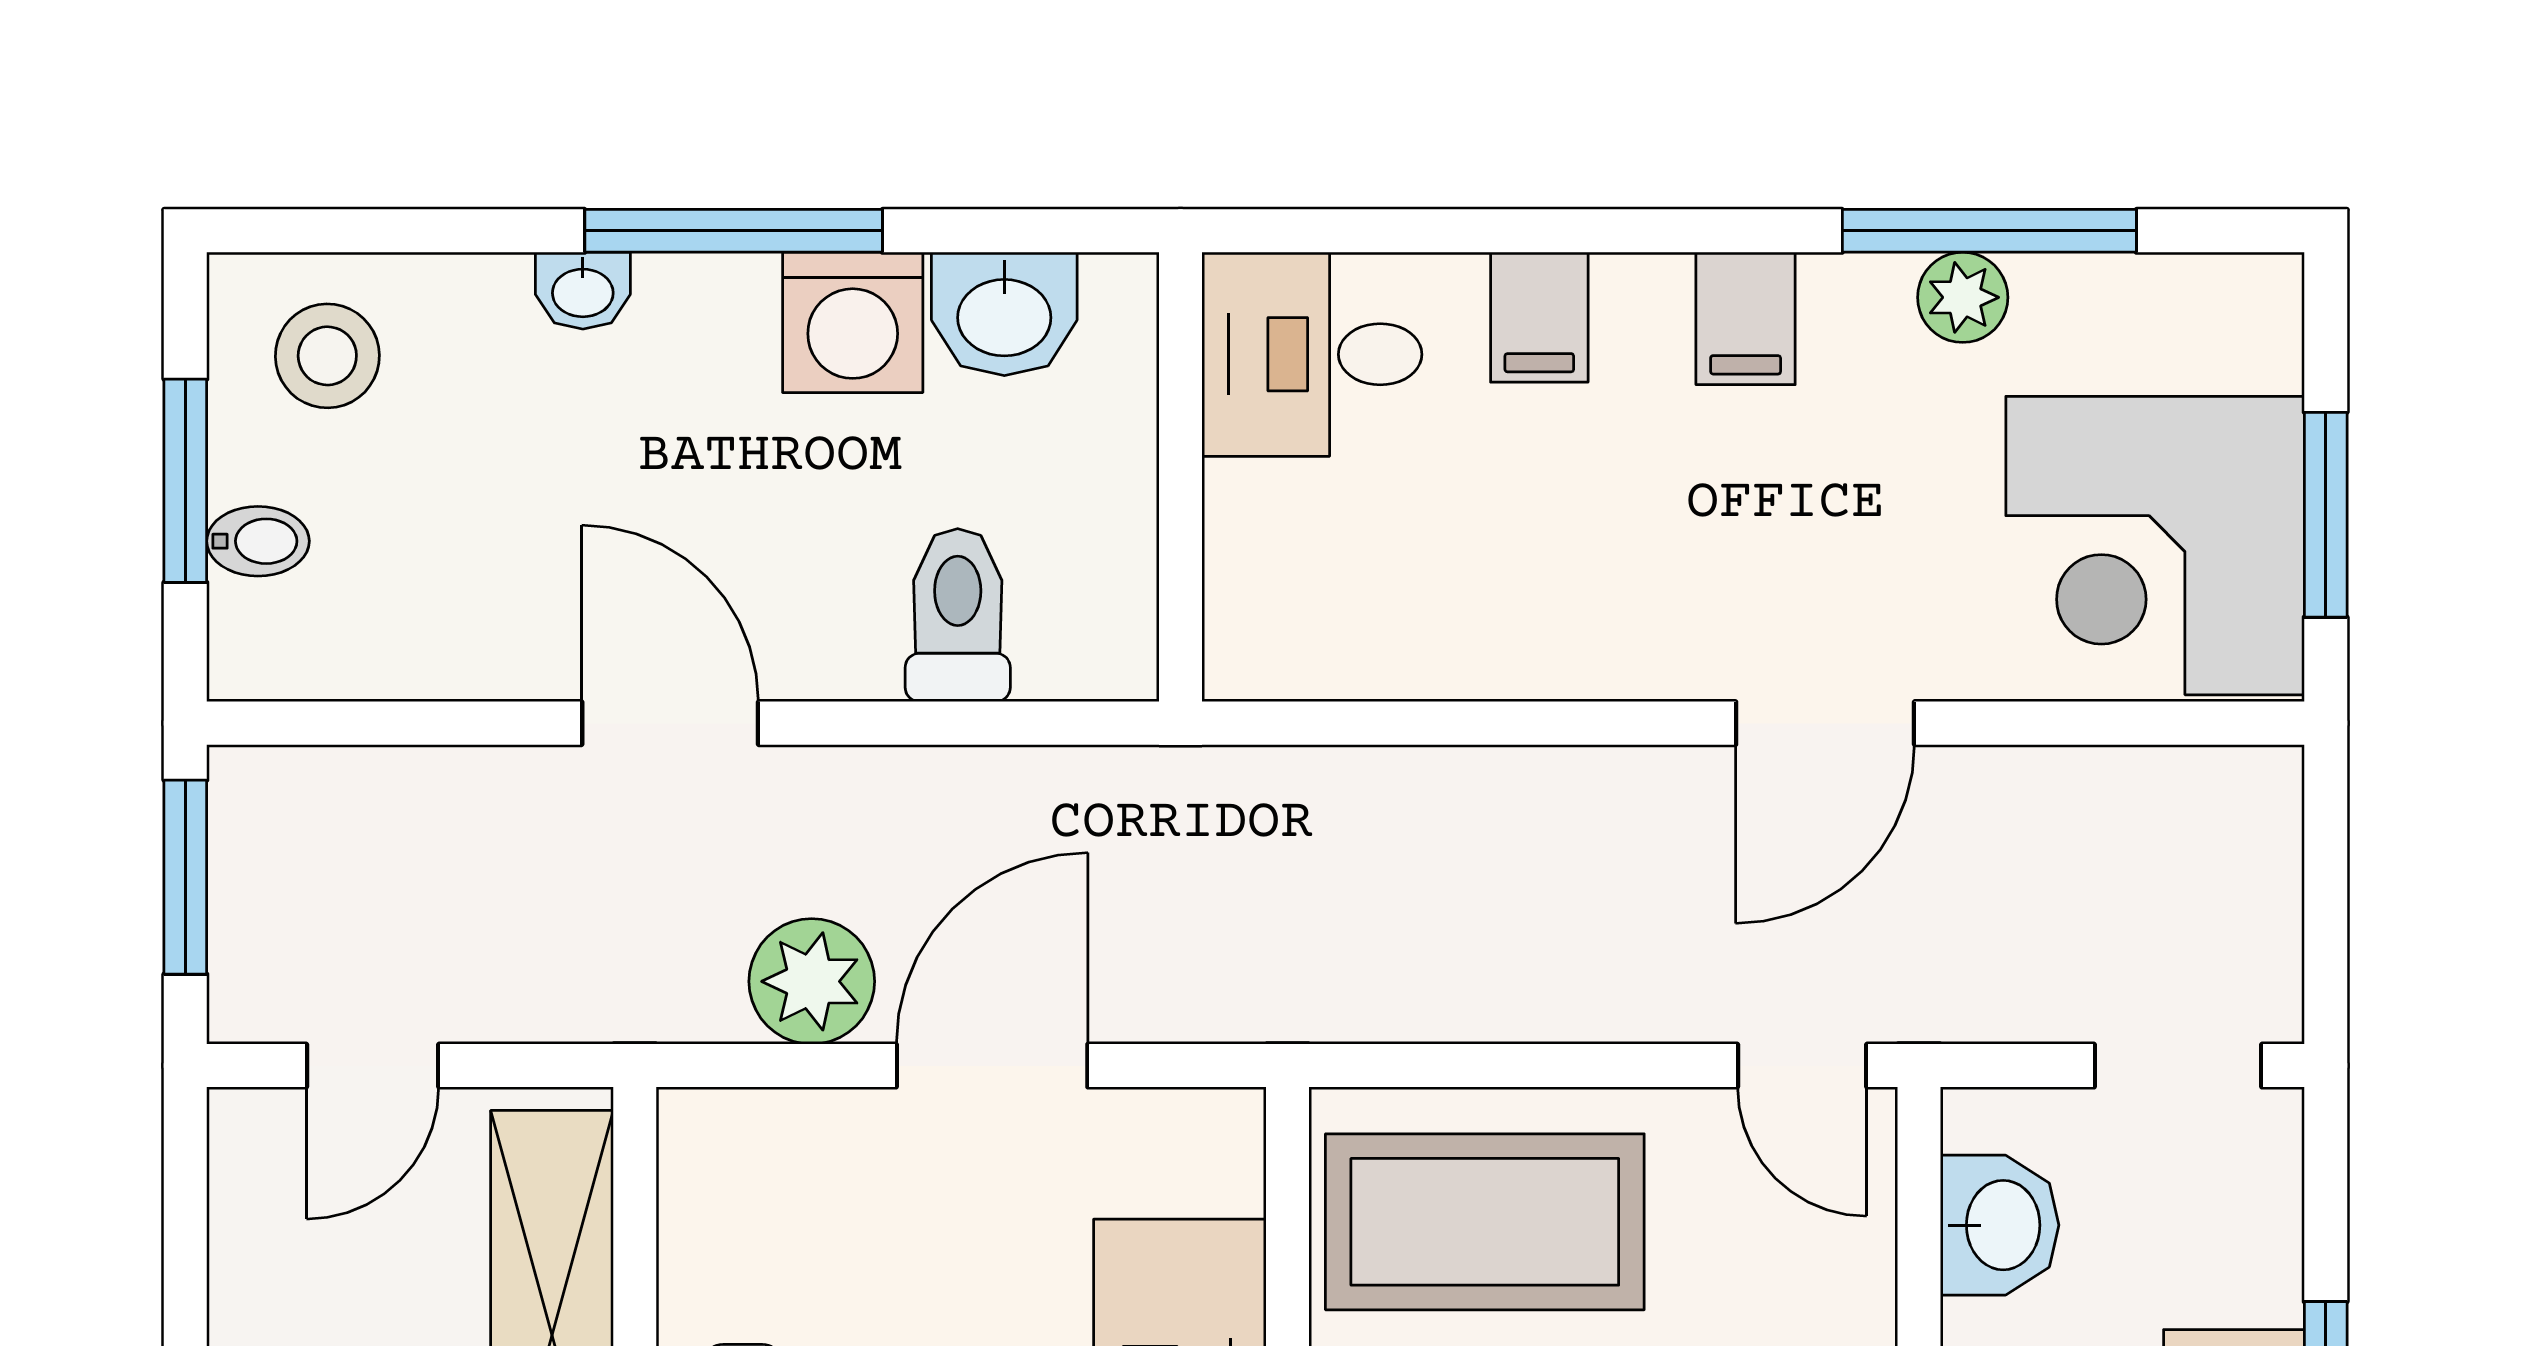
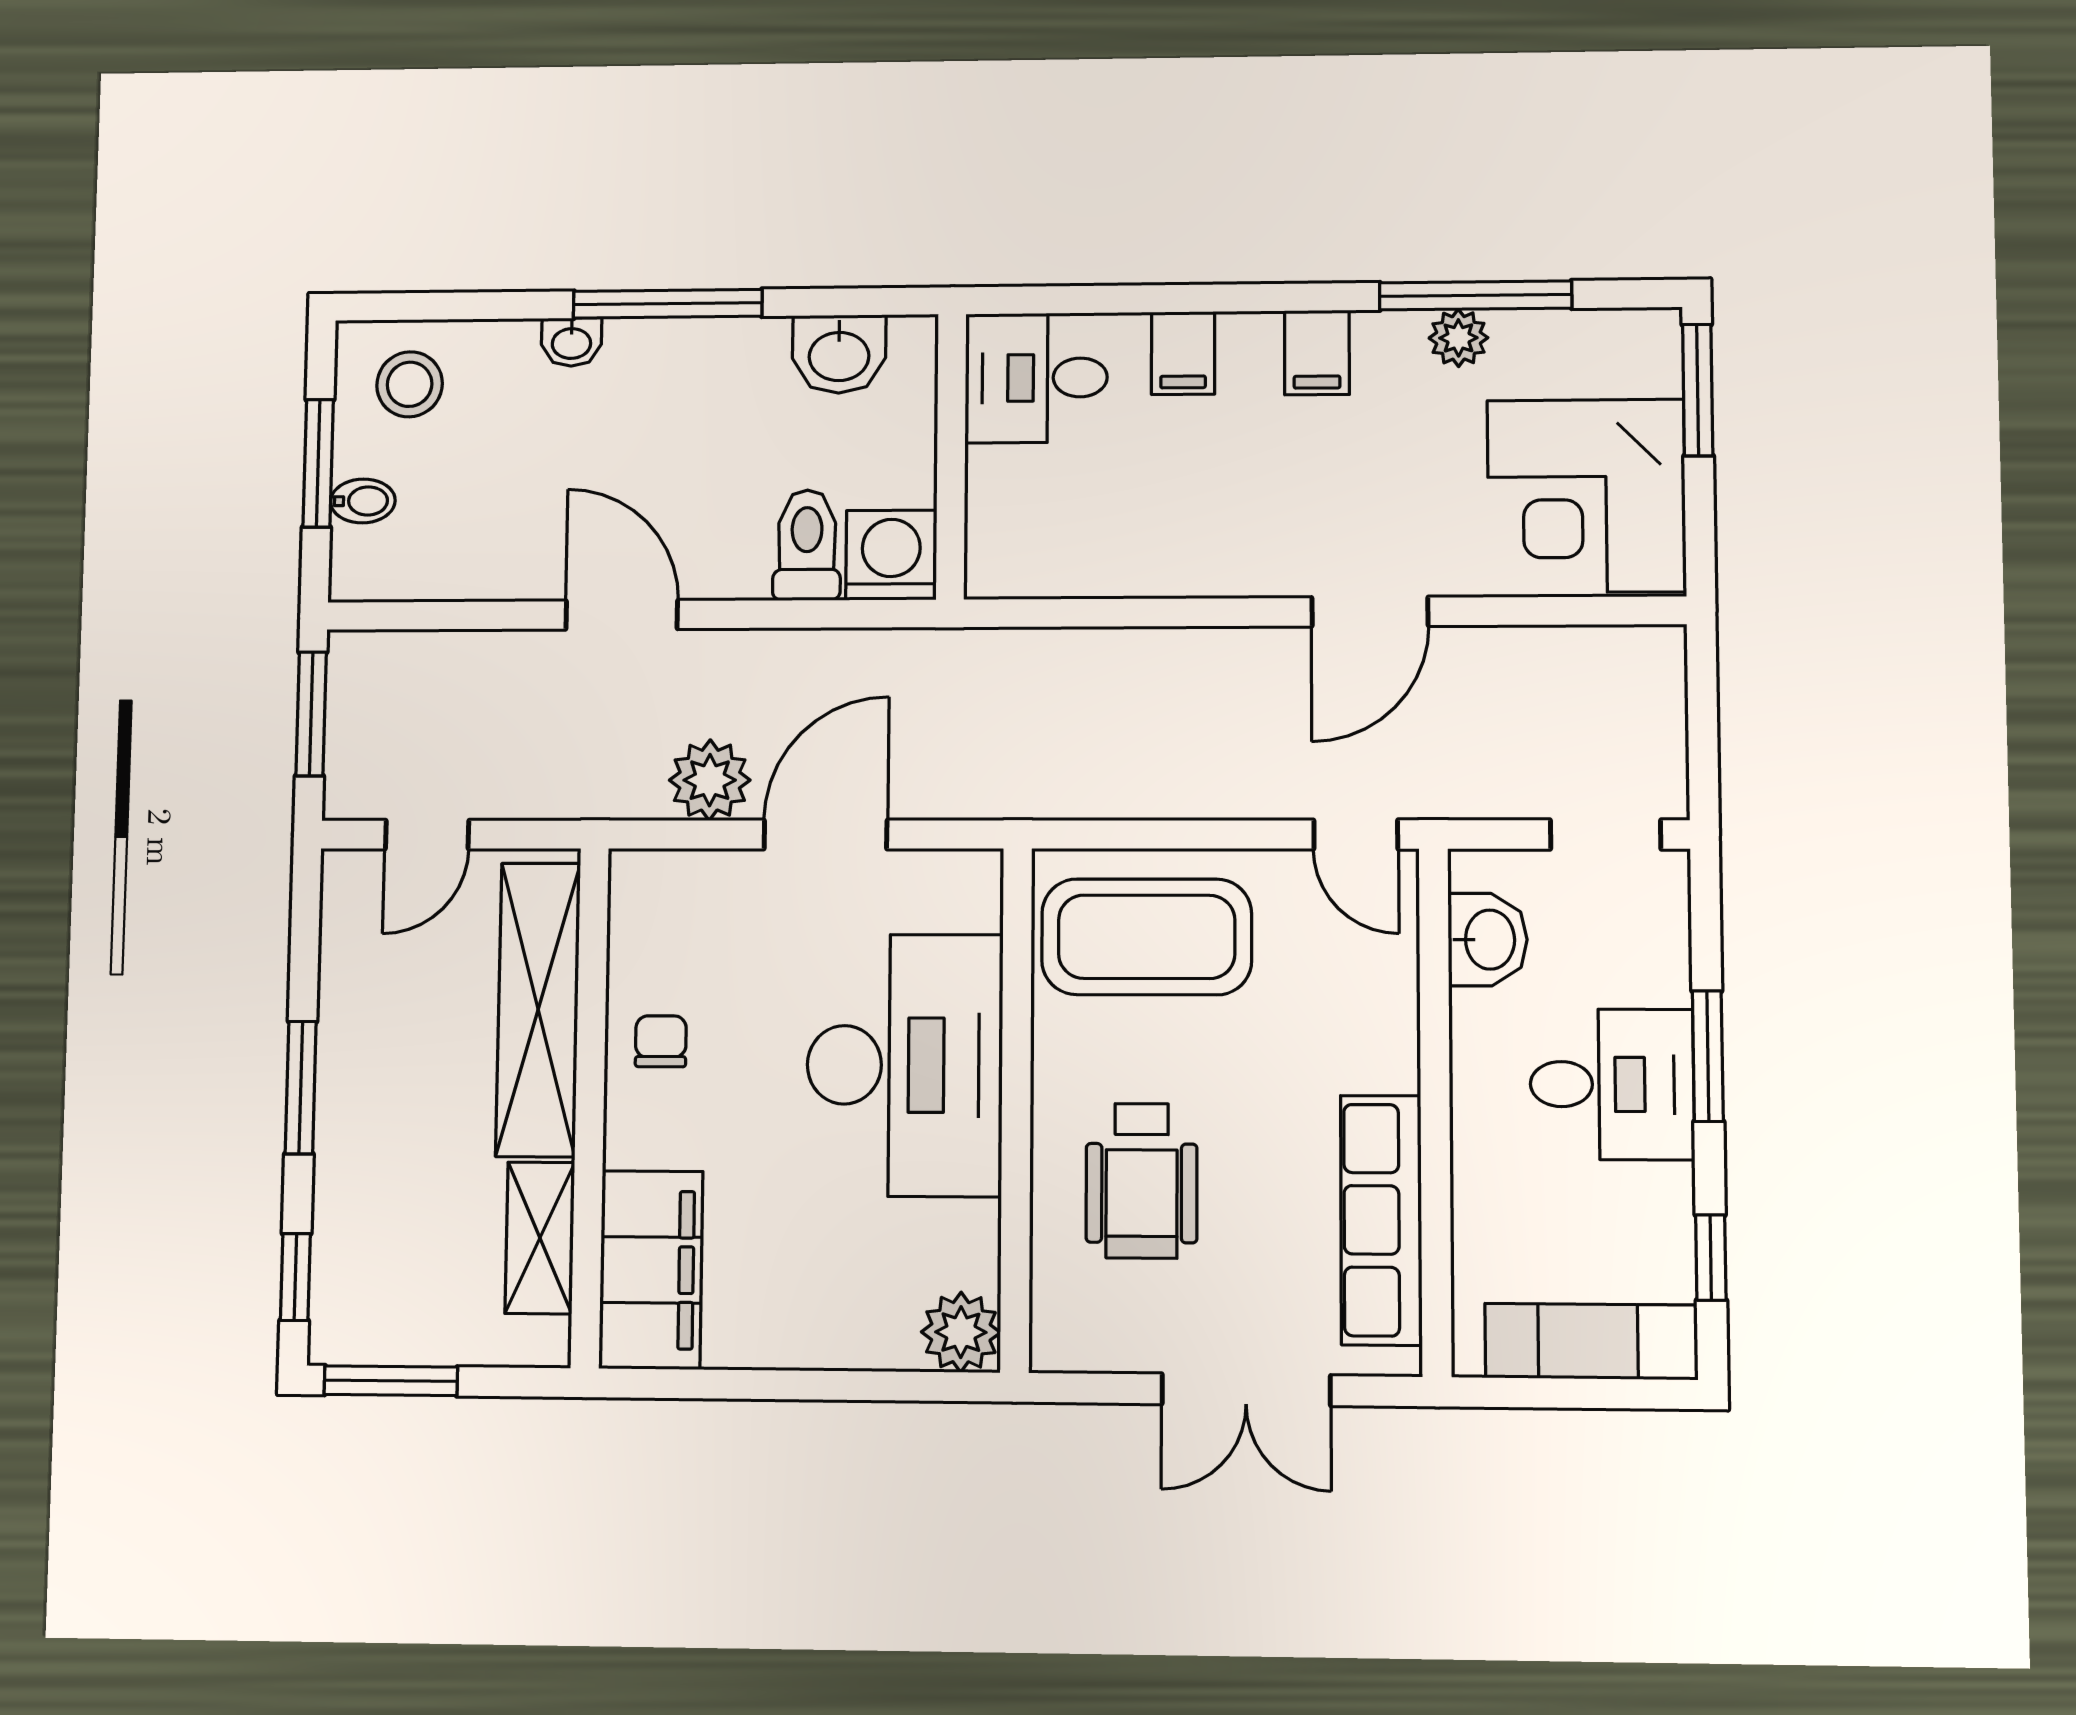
washing machine: (853, 322) -> (891, 555), moved, turned 180
window: (2326, 515) -> (1698, 390), moved

